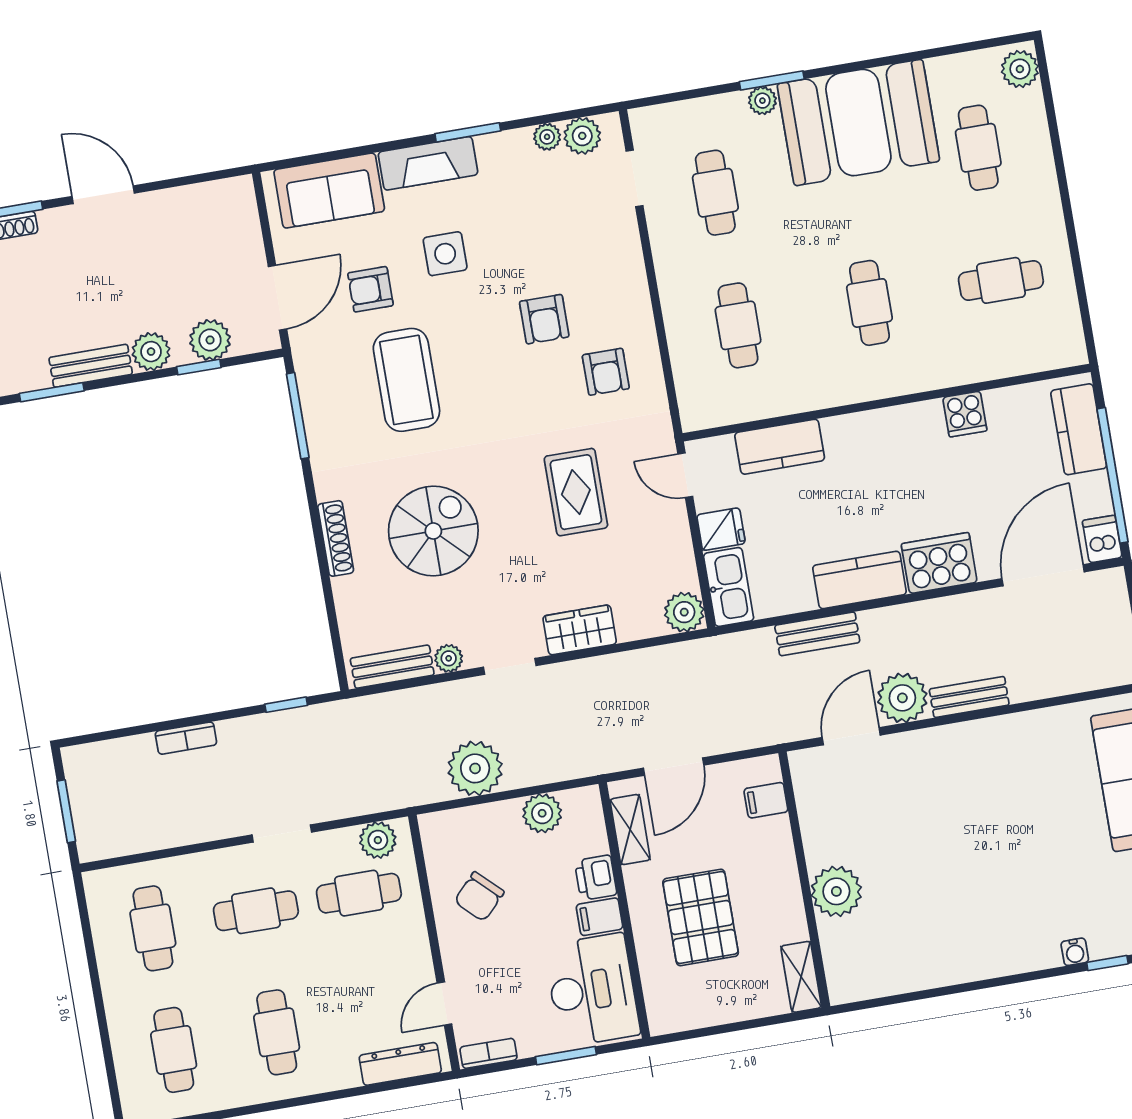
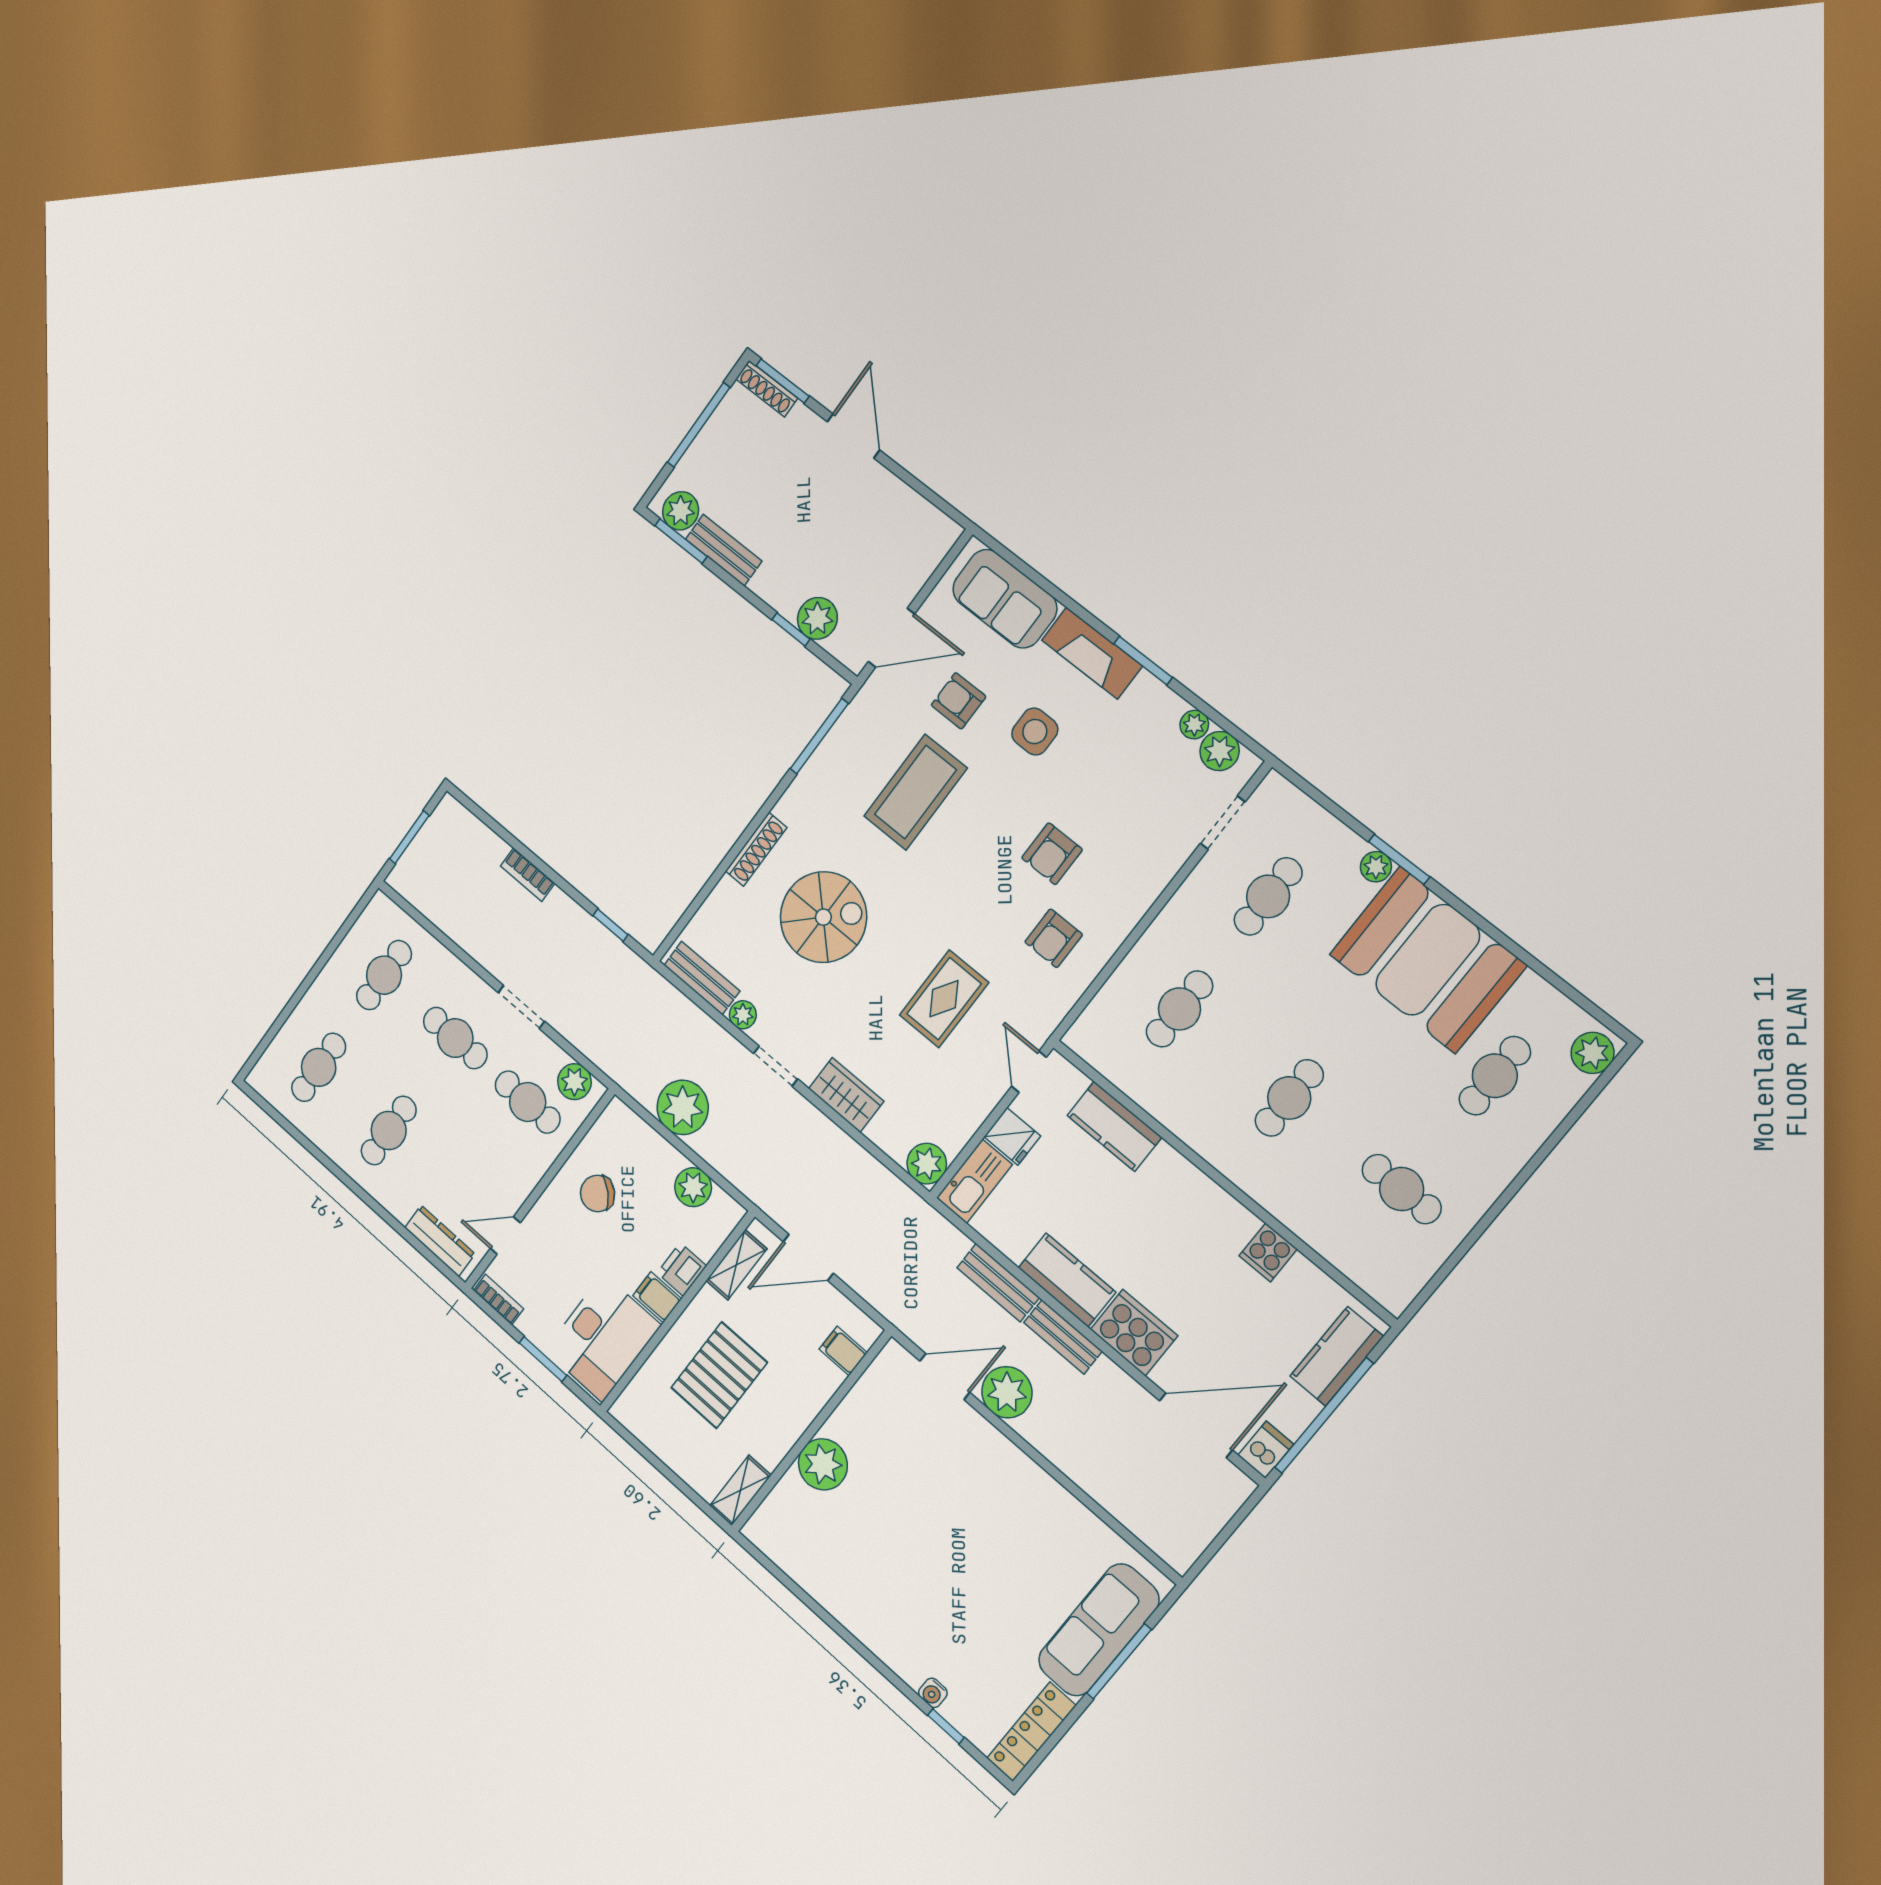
plant: (151, 352) -> (681, 511), moved
bench: (969, 697) -> (1063, 1337), moved

